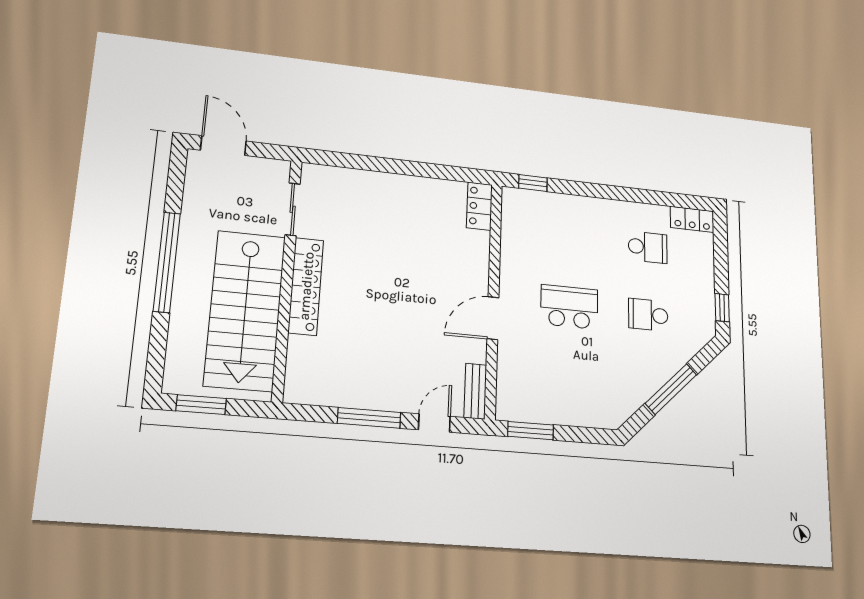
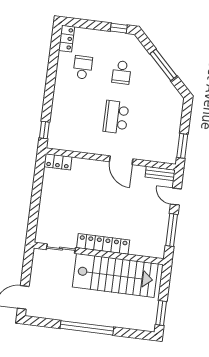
sliding door: (293, 209) -> (61, 249), moved
wall: (287, 278) -> (99, 253), moved
locker: (306, 286) -> (103, 244), moved
stairs: (245, 310) -> (115, 275), moved

